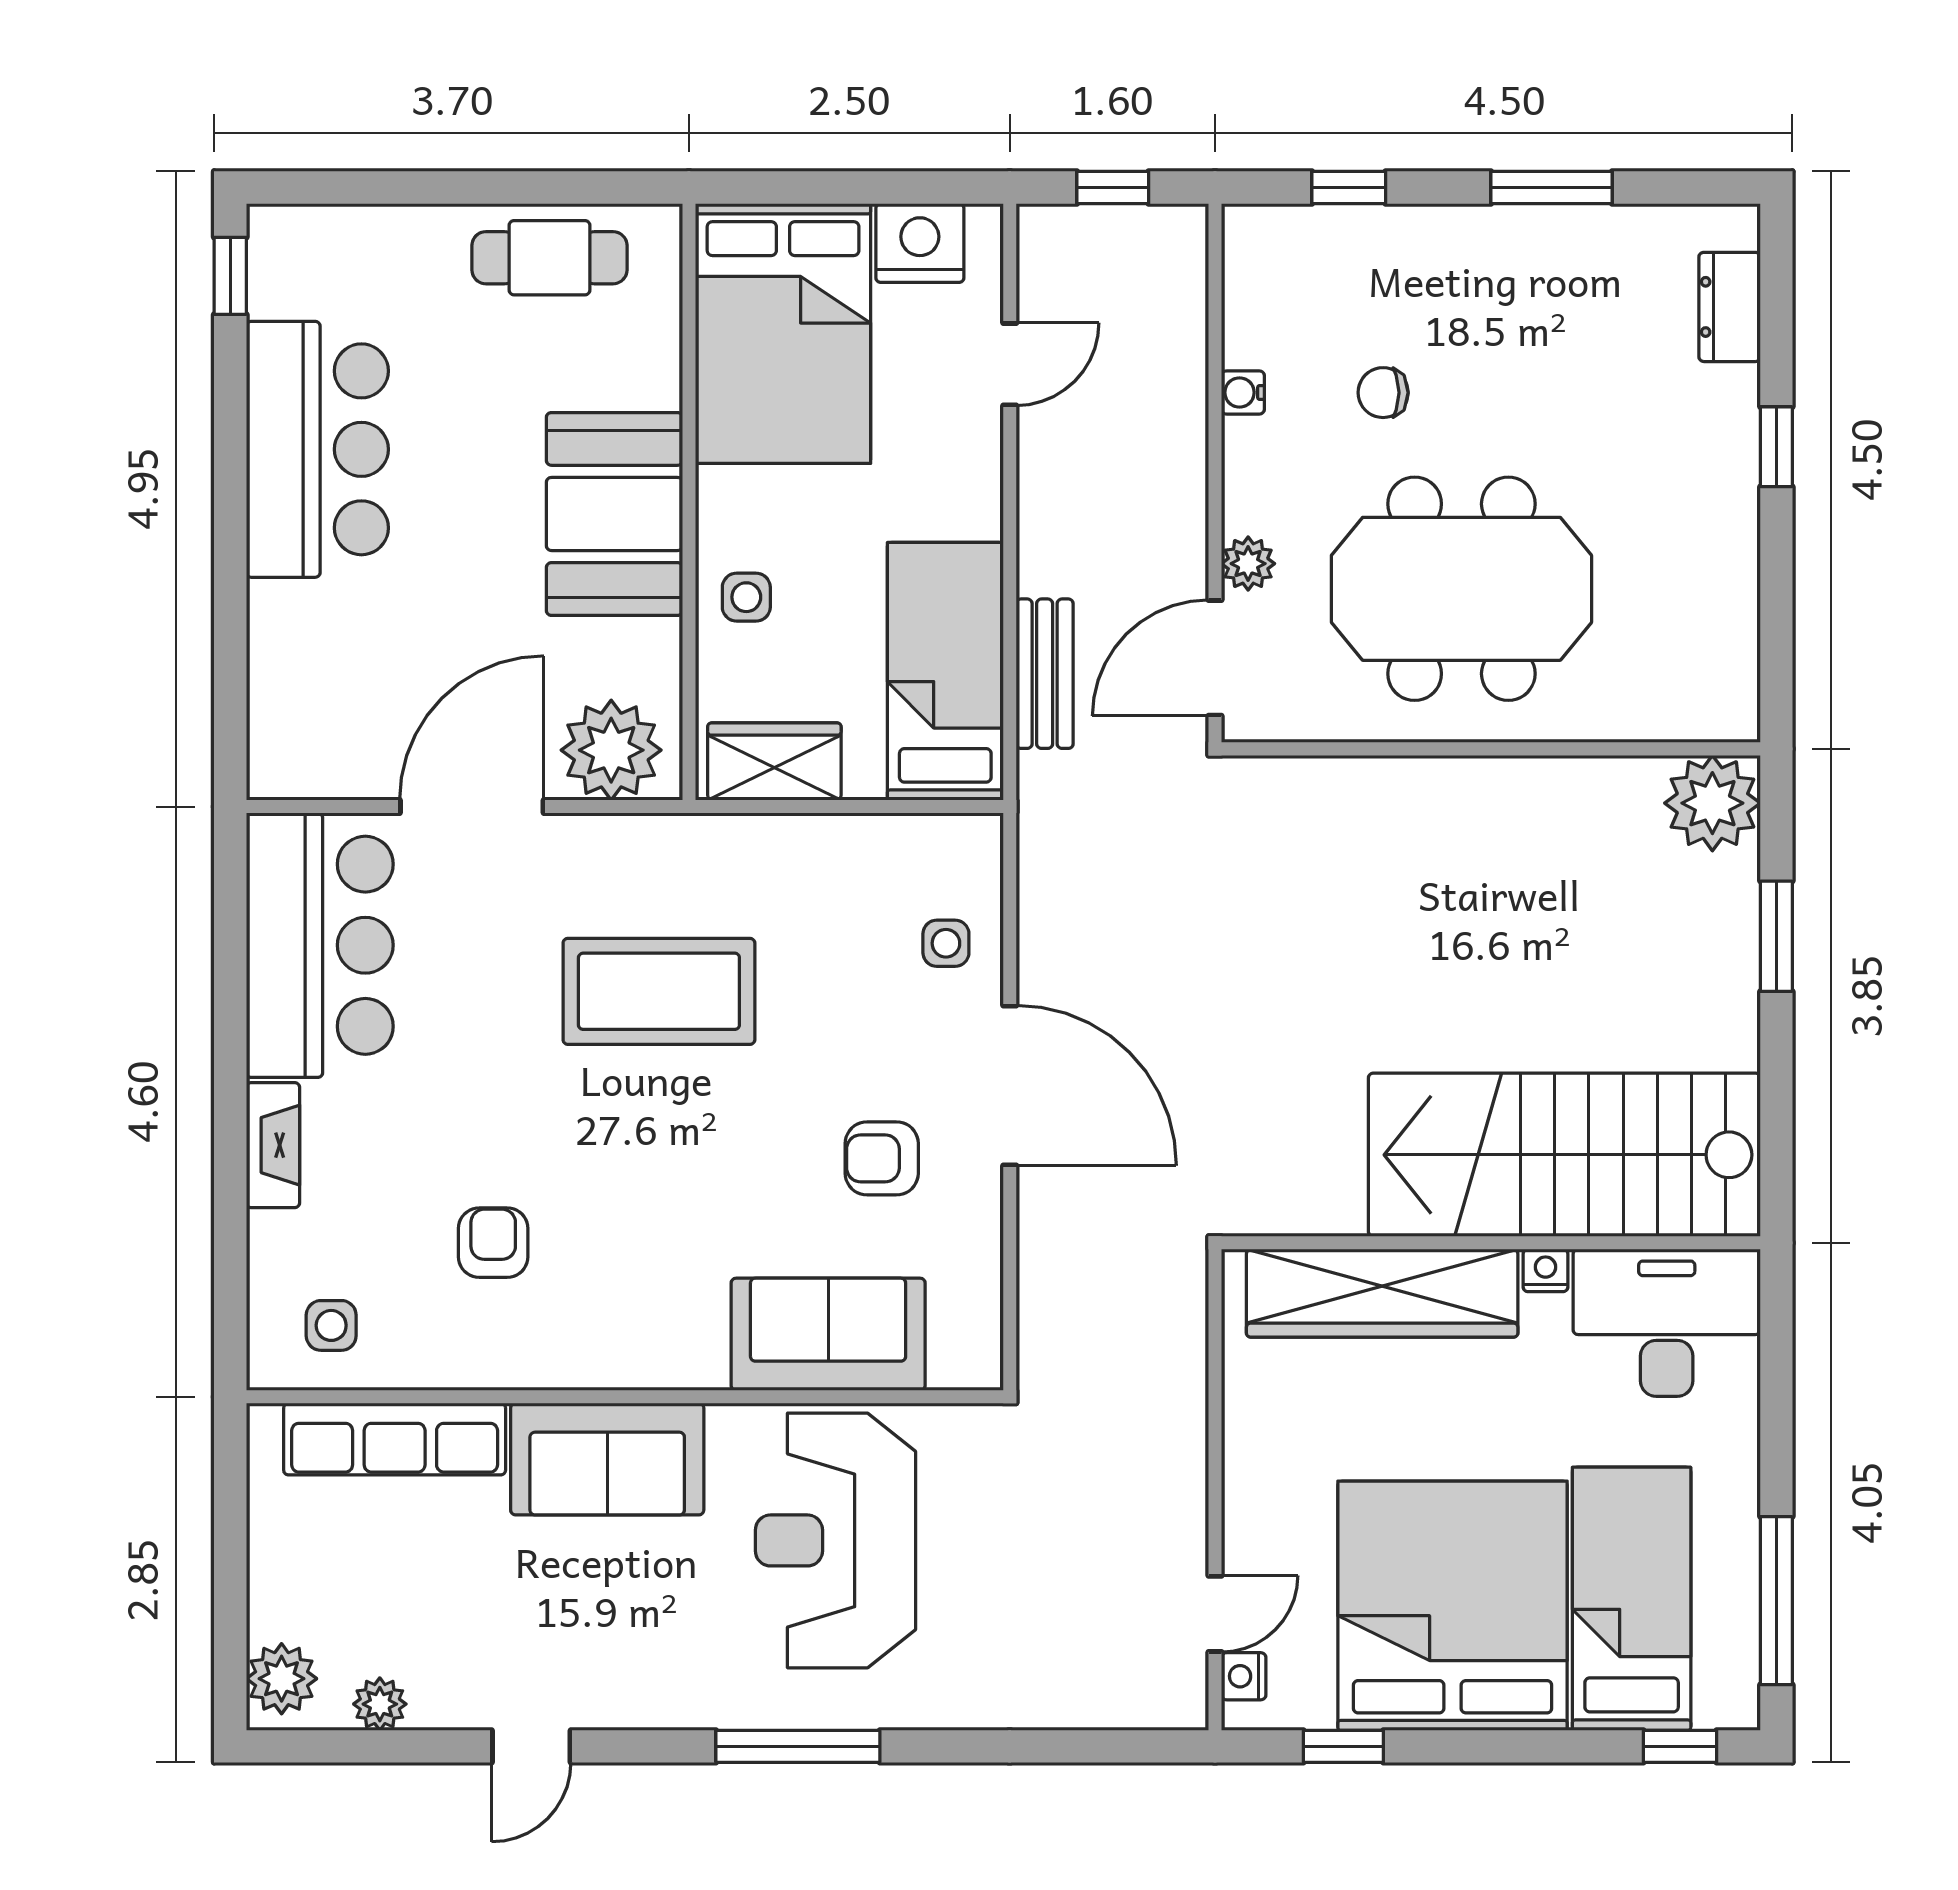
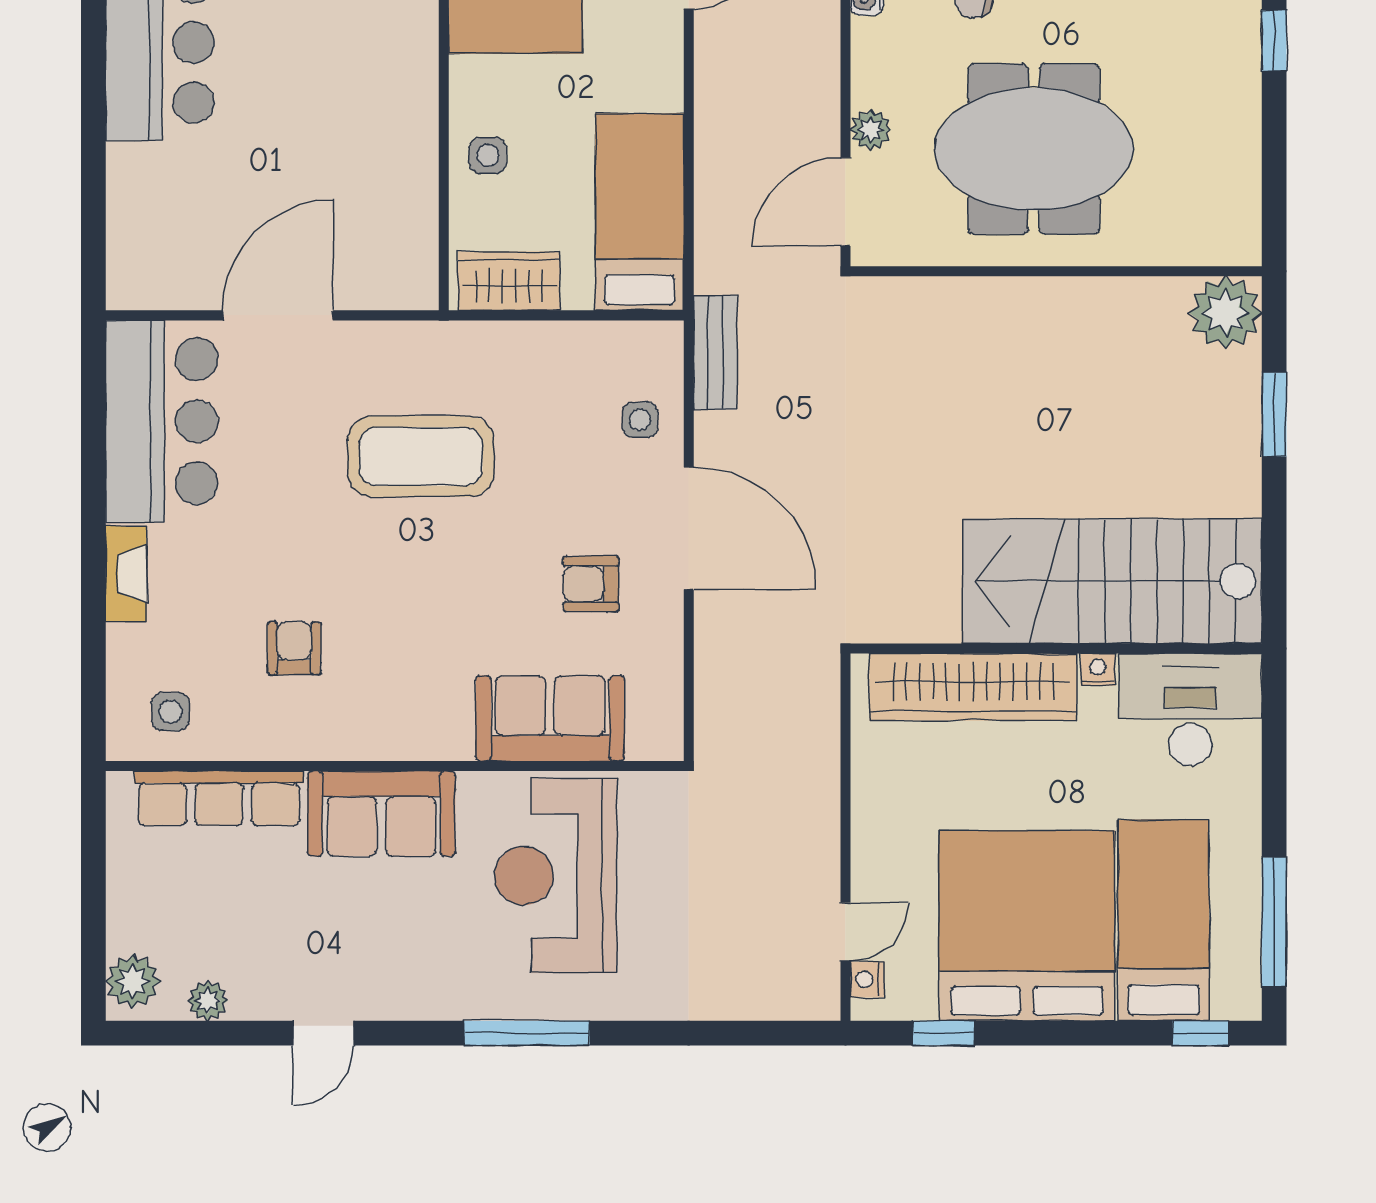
booth: (614, 514) -> (387, 92), removed
bench: (1045, 674) -> (715, 352), moved
plant: (611, 750) -> (384, 272), removed

